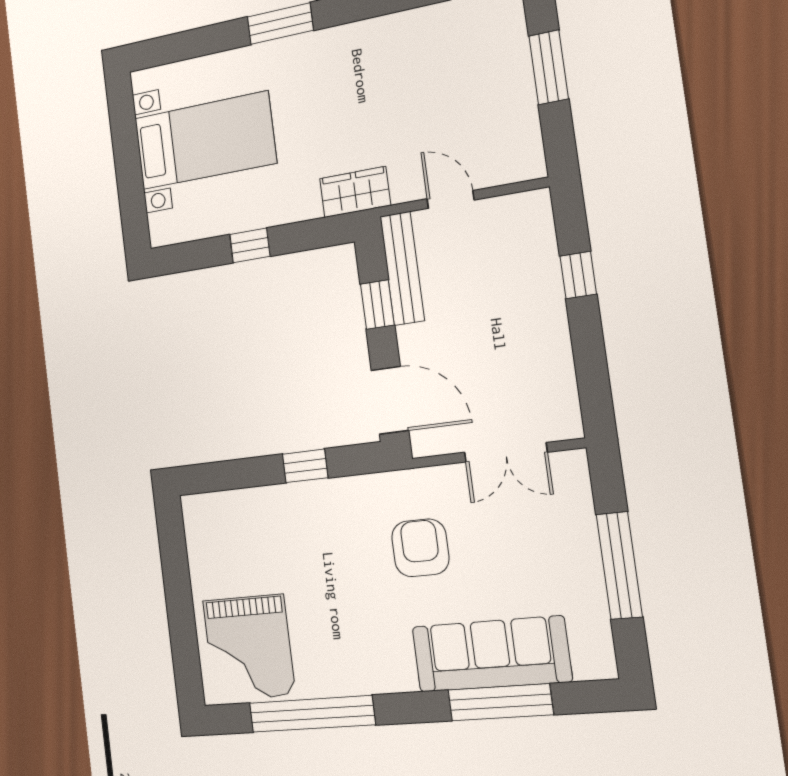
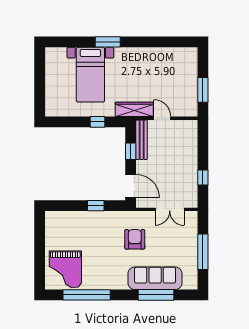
window: (549, 67) -> (203, 90), moved
bed with nightstands: (205, 141) -> (90, 75), moved, turned 90
wardrobe: (355, 192) -> (134, 109), width x1.50
window: (250, 245) -> (98, 122), moved
window: (578, 275) -> (203, 177), moved

